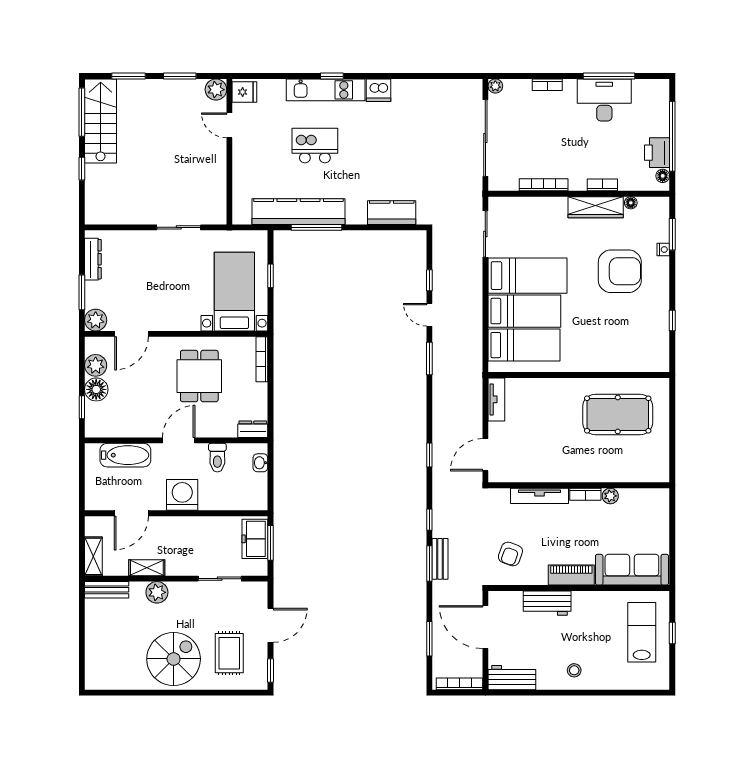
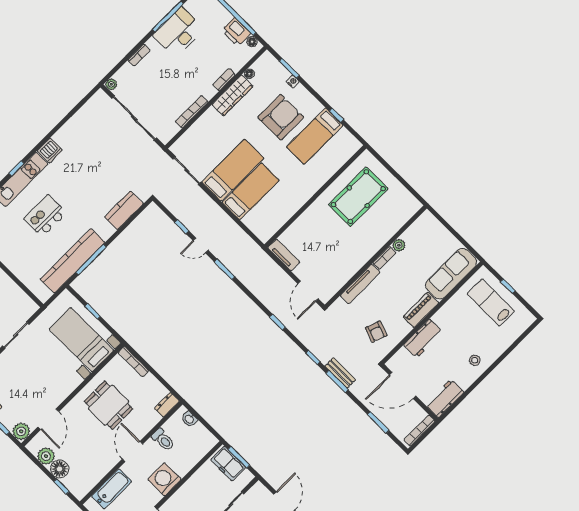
bed: (524, 345) -> (315, 136), moved, turned 180

